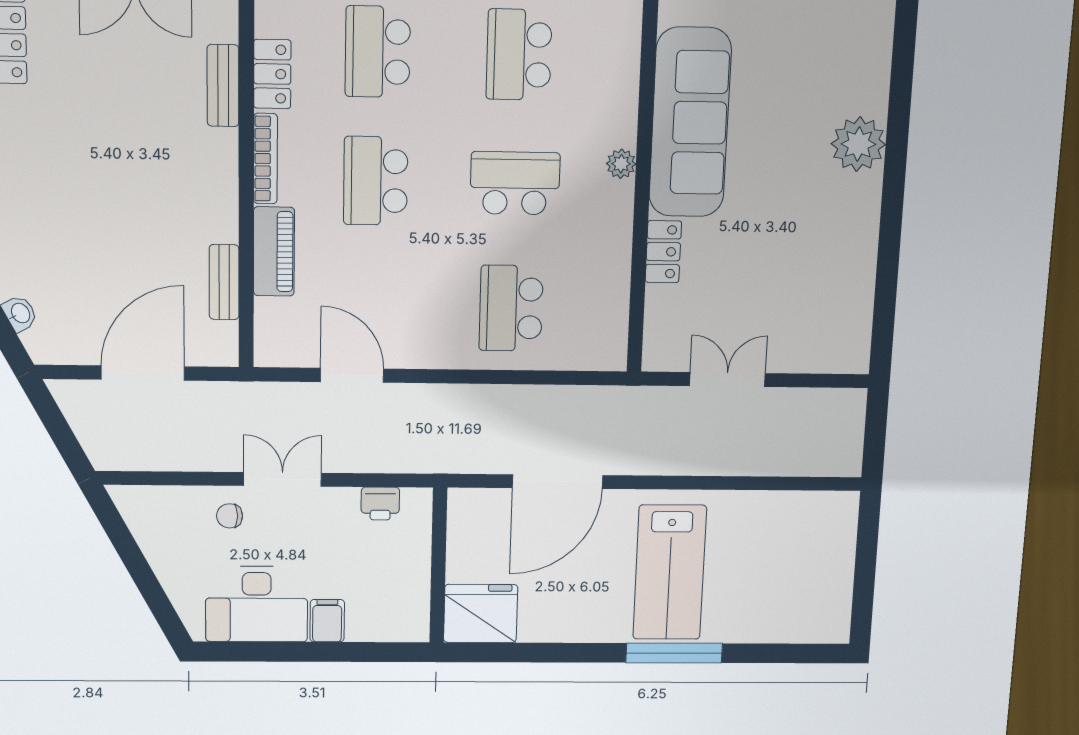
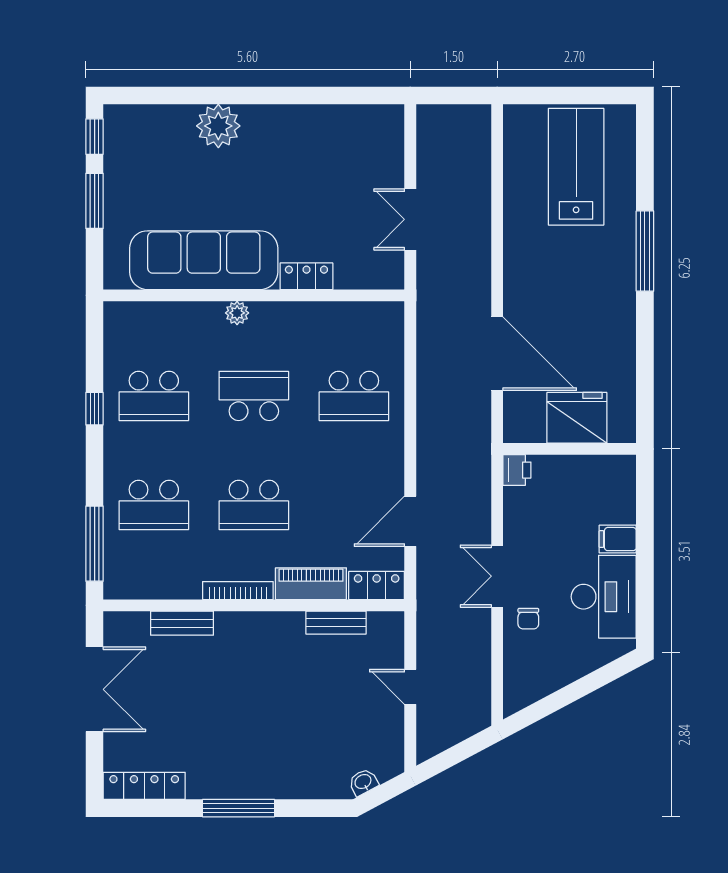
locker: (272, 74) -> (377, 586), moved
school desk: (515, 183) -> (254, 396), turned 90
door: (143, 373) -> (410, 687), width x0.53
printer: (380, 504) -> (517, 470), moved
lab bench: (670, 572) -> (576, 167), moved, turned -90
fridge: (481, 613) -> (577, 418), moved, turned 90

